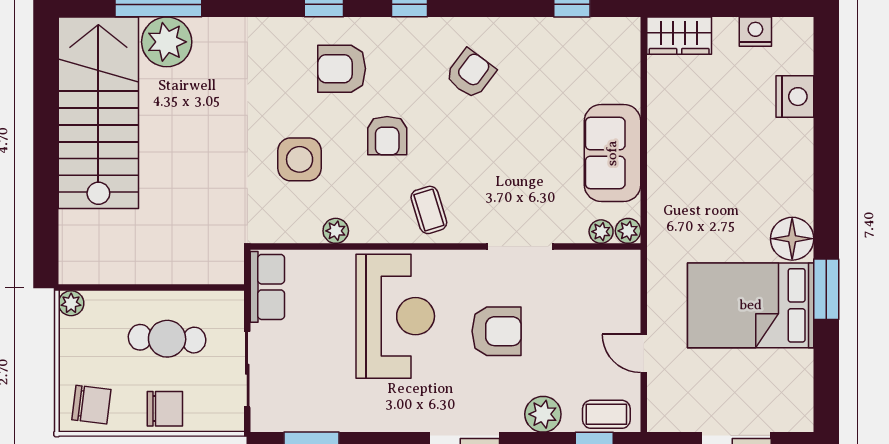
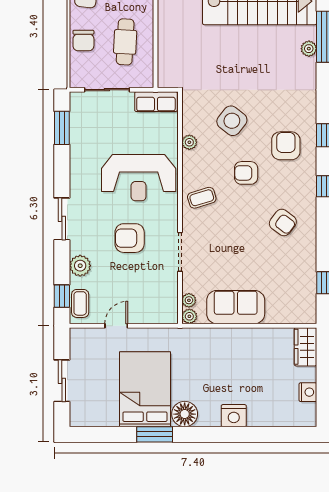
plant: (167, 42) -> (309, 49), width x0.53, depth x0.53
nightstand: (795, 97) -> (234, 416), moved
side table: (300, 159) -> (232, 121), turned 38
armchair: (497, 331) -> (130, 238), turned 90

